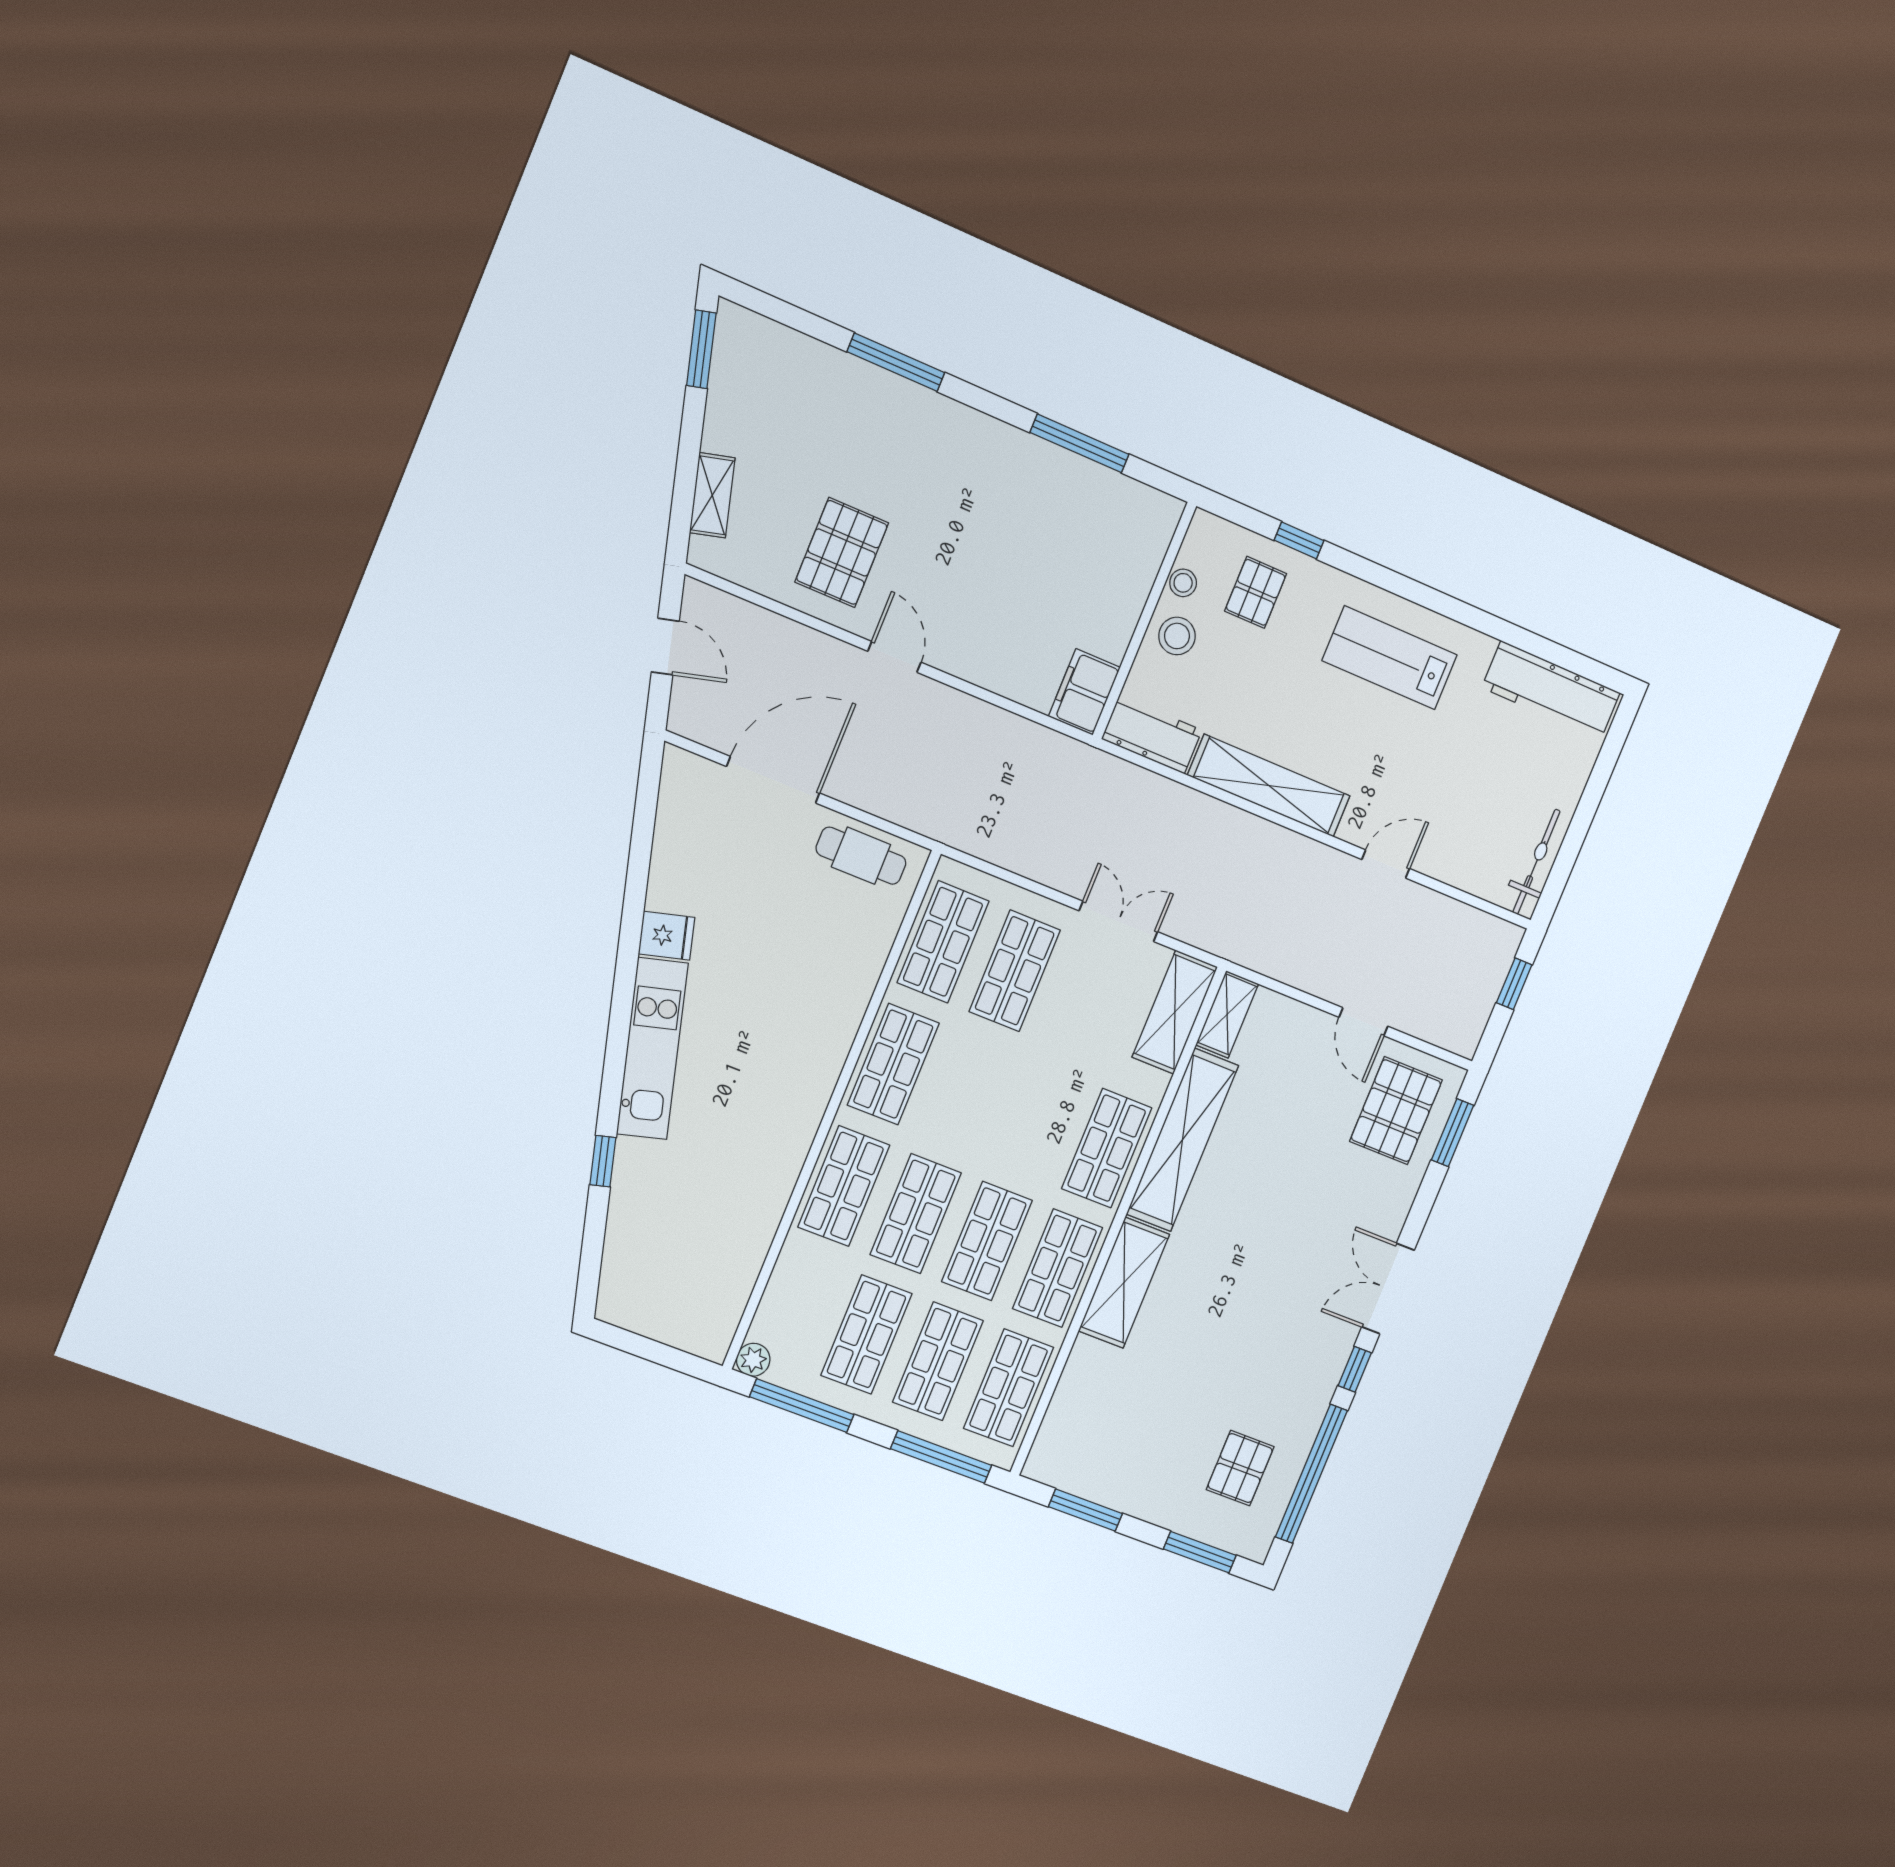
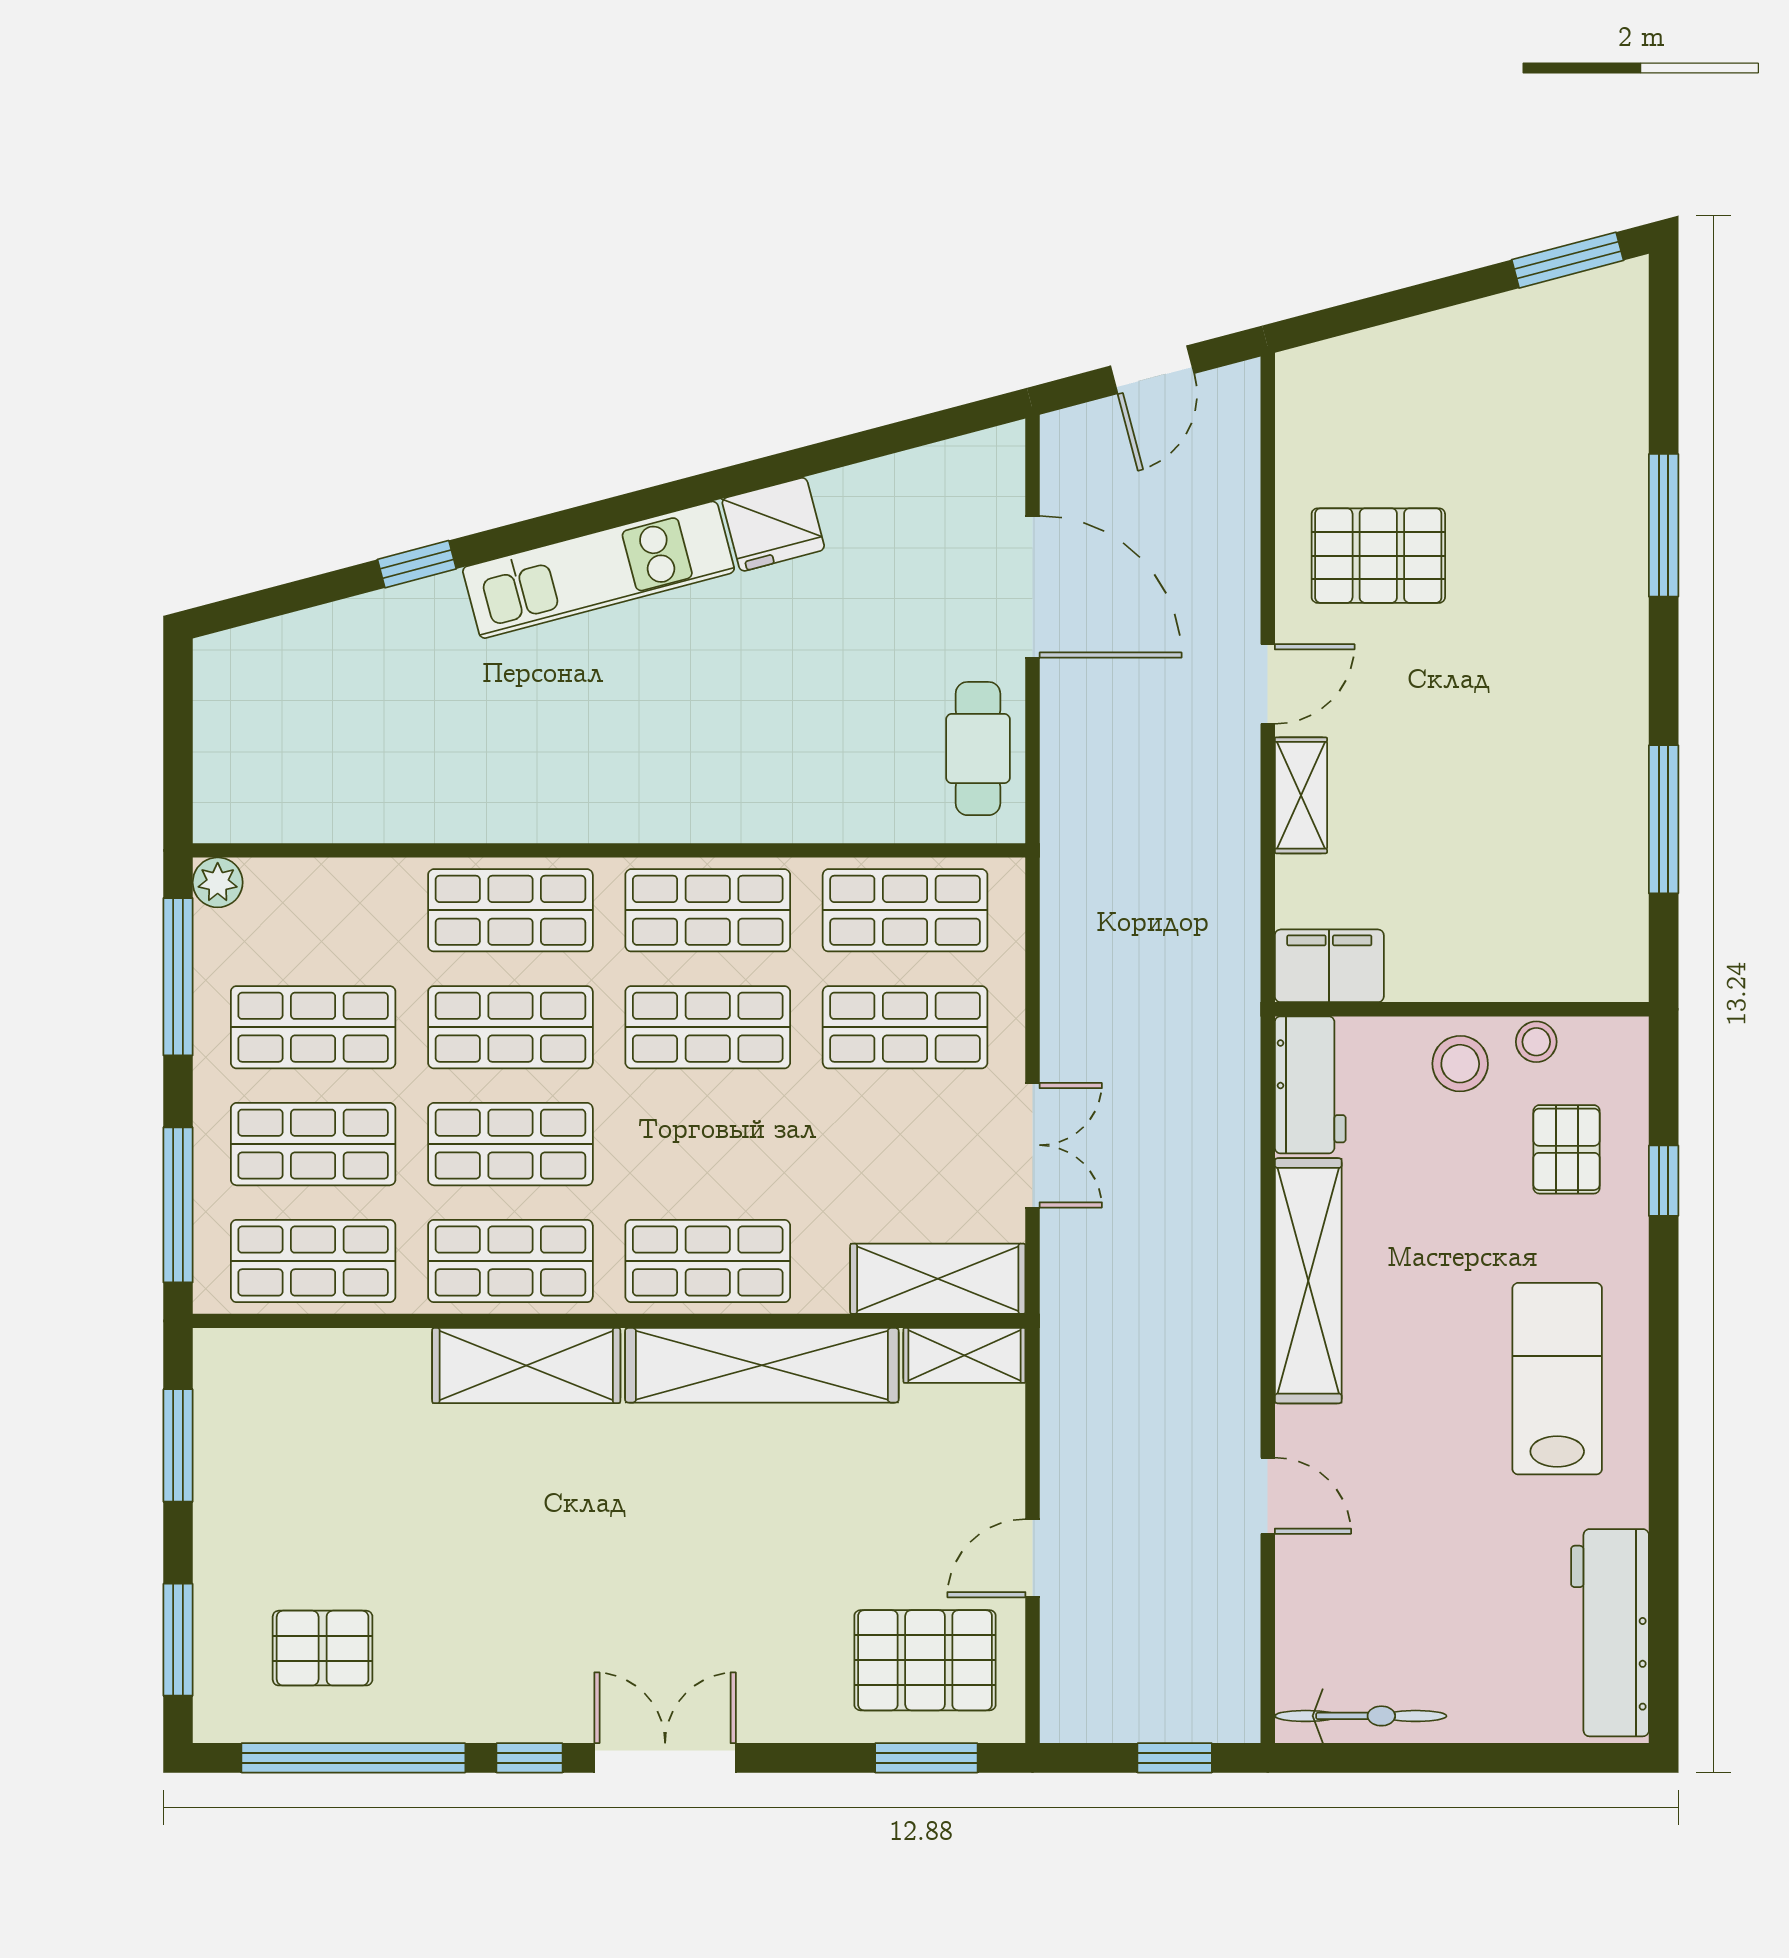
shelving: (712, 495) -> (1301, 795), moved, turned -75
pallet: (1256, 592) -> (1567, 1149), turned 90
fridge: (667, 936) -> (773, 524), width x1.38
shop shelf: (965, 1092) -> (708, 1027), added

